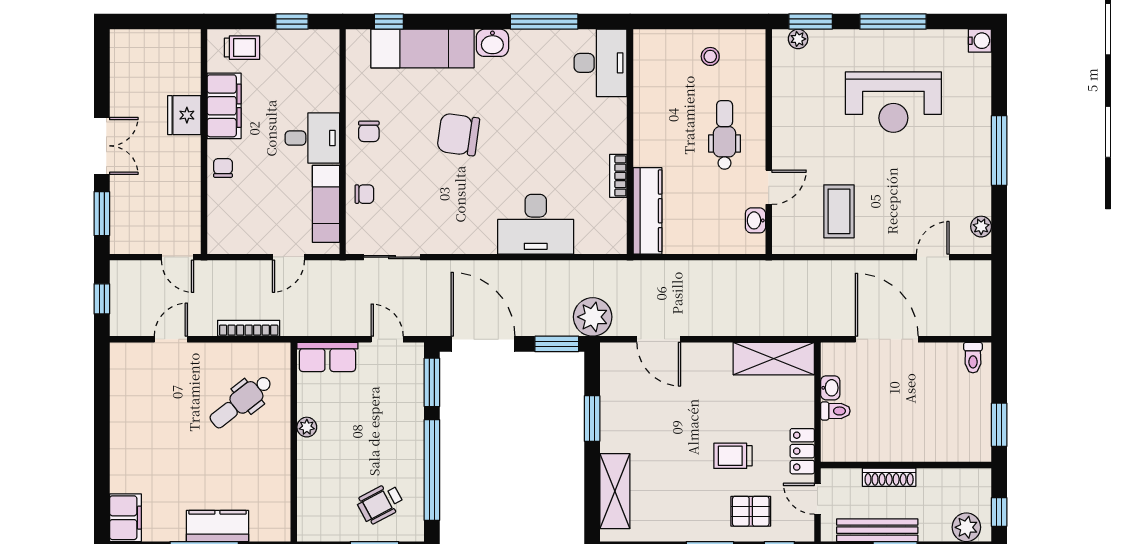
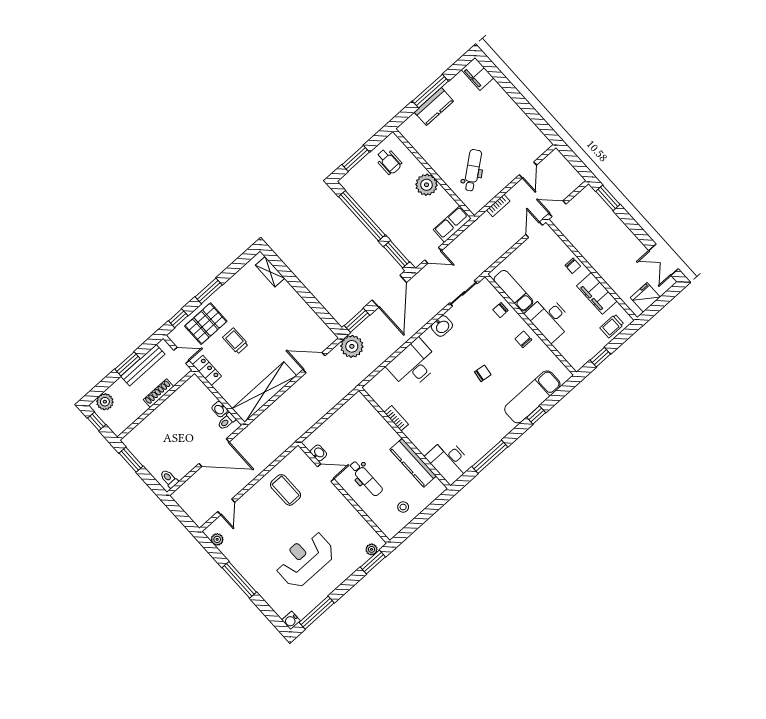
window: (389, 21) -> (536, 415), moved
window: (893, 21) -> (317, 613), moved
washbasin: (492, 43) -> (442, 326), moved, turned 180
fridge: (184, 115) -> (645, 297), moved, turned -90
chair: (458, 135) -> (483, 373), width x0.54, depth x0.54
desk: (312, 138) -> (549, 318), width x1.37
double door: (102, 146) -> (664, 260), moved
door: (769, 187) -> (326, 473), swing flipped
kitchen counter: (648, 211) -> (413, 463), moved
door: (288, 257) -> (534, 230), moved
window: (102, 299) -> (574, 160), removed
bookcase: (249, 328) -> (498, 206), width x0.64
door: (483, 344) -> (389, 291), hinge flipped
shelving: (774, 359) -> (264, 392), width x1.47
toilet: (835, 411) -> (227, 421), moved
window: (592, 418) -> (312, 302), removed
plant: (307, 427) -> (427, 185), width x1.87, depth x1.87
trolley: (733, 456) -> (235, 341), turned -90
shelving: (615, 491) -> (270, 272), width x0.67, depth x0.75
wheelchair: (380, 503) -> (389, 161), moved, turned 118
pallet: (751, 511) -> (206, 324), width x1.50, depth x1.42

